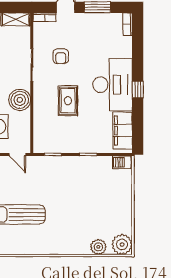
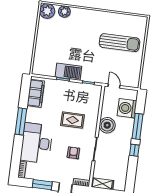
desk: (113, 85) -> (37, 143), moved
window: (138, 90) -> (21, 121), width x2.17
rug: (68, 101) -> (72, 120), turned 90
barbecue: (122, 162) -> (68, 72), moved, width x1.88, depth x1.53

